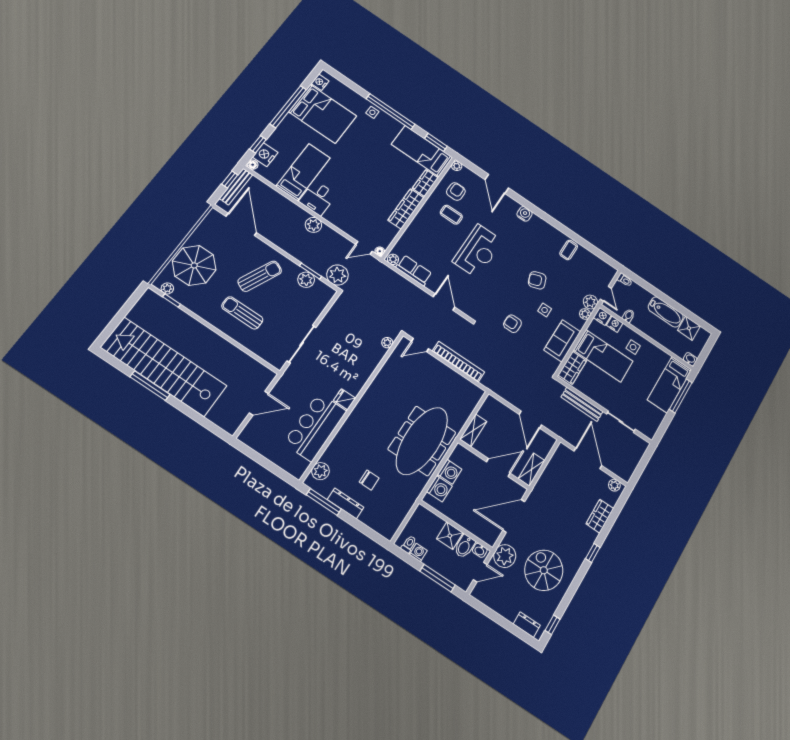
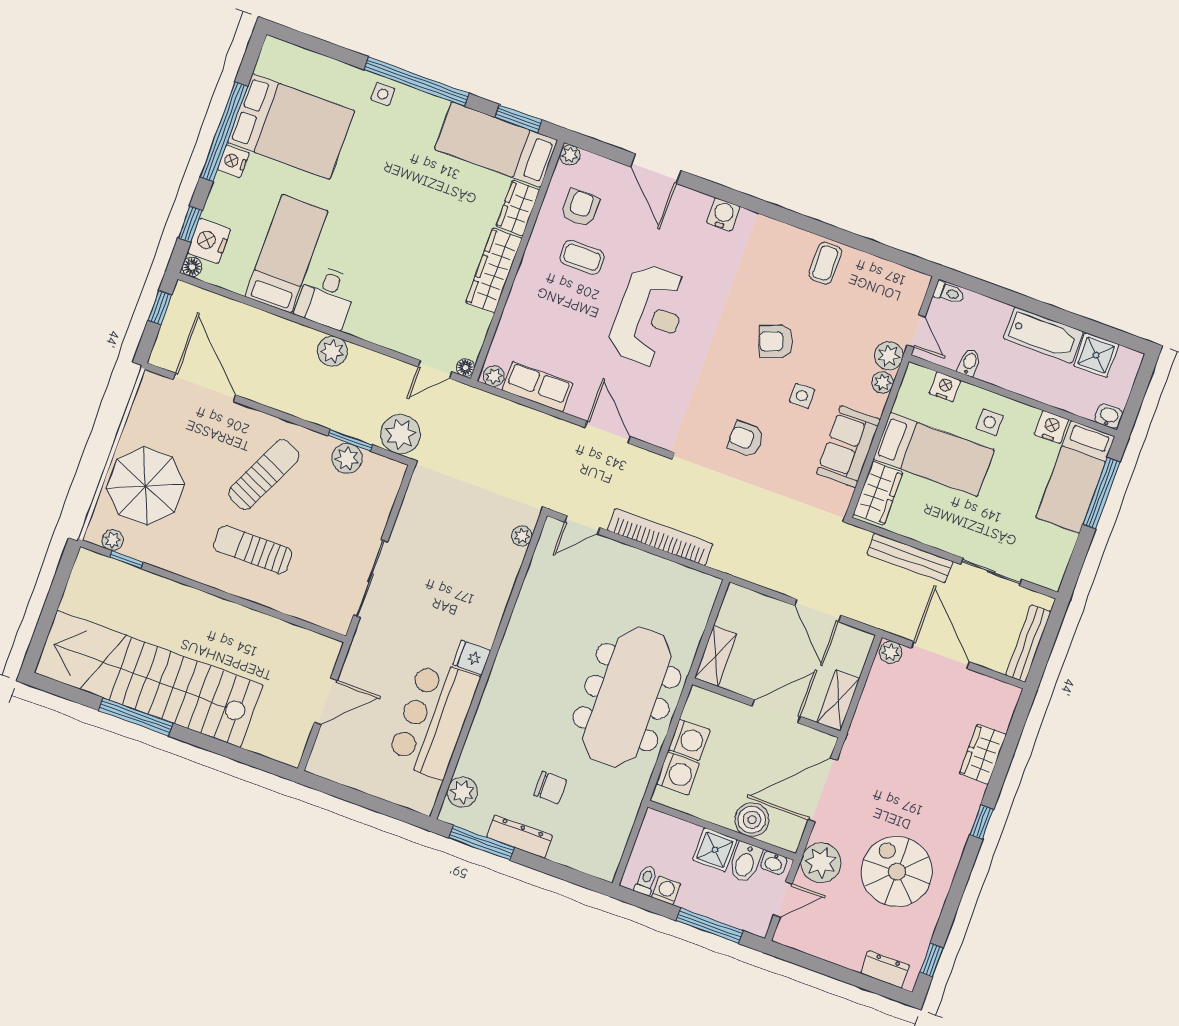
nightstand: (320, 82) -> (233, 161), moved
bench: (236, 187) -> (1028, 643), moved
nightstand: (602, 316) -> (1052, 427), moved
plant: (614, 485) -> (891, 652), moved
boiler: (473, 524) -> (752, 820), added

